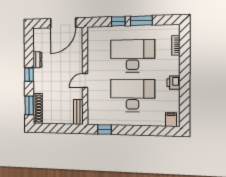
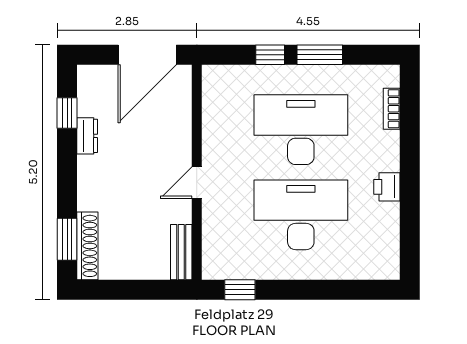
window: (29, 75) -> (67, 113), moved
filing cabinet: (171, 120) -> (382, 265), removed

